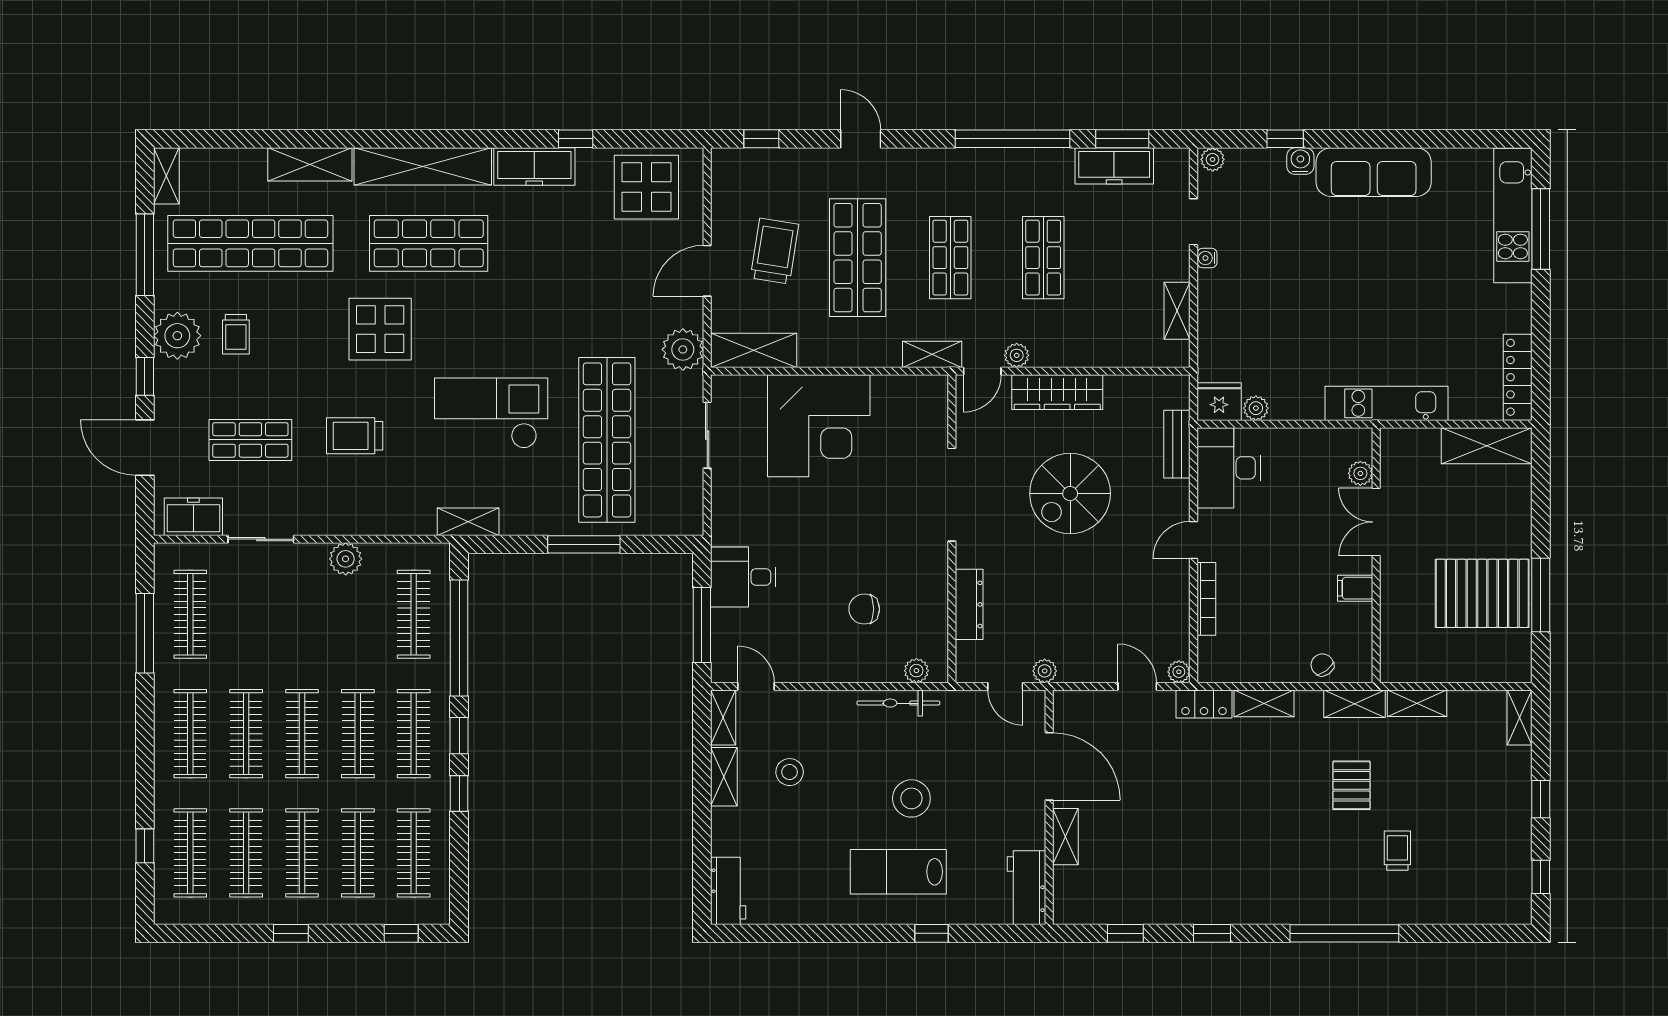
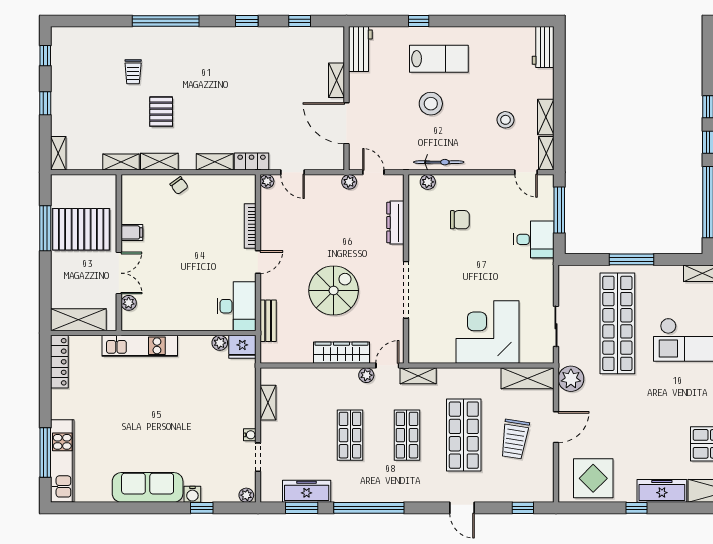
plant: (1360, 473) -> (129, 303), moved
double door: (1376, 522) -> (119, 273), moved
wall: (1376, 555) -> (119, 253), moved
filing cabinet: (1355, 588) -> (132, 232), moved

